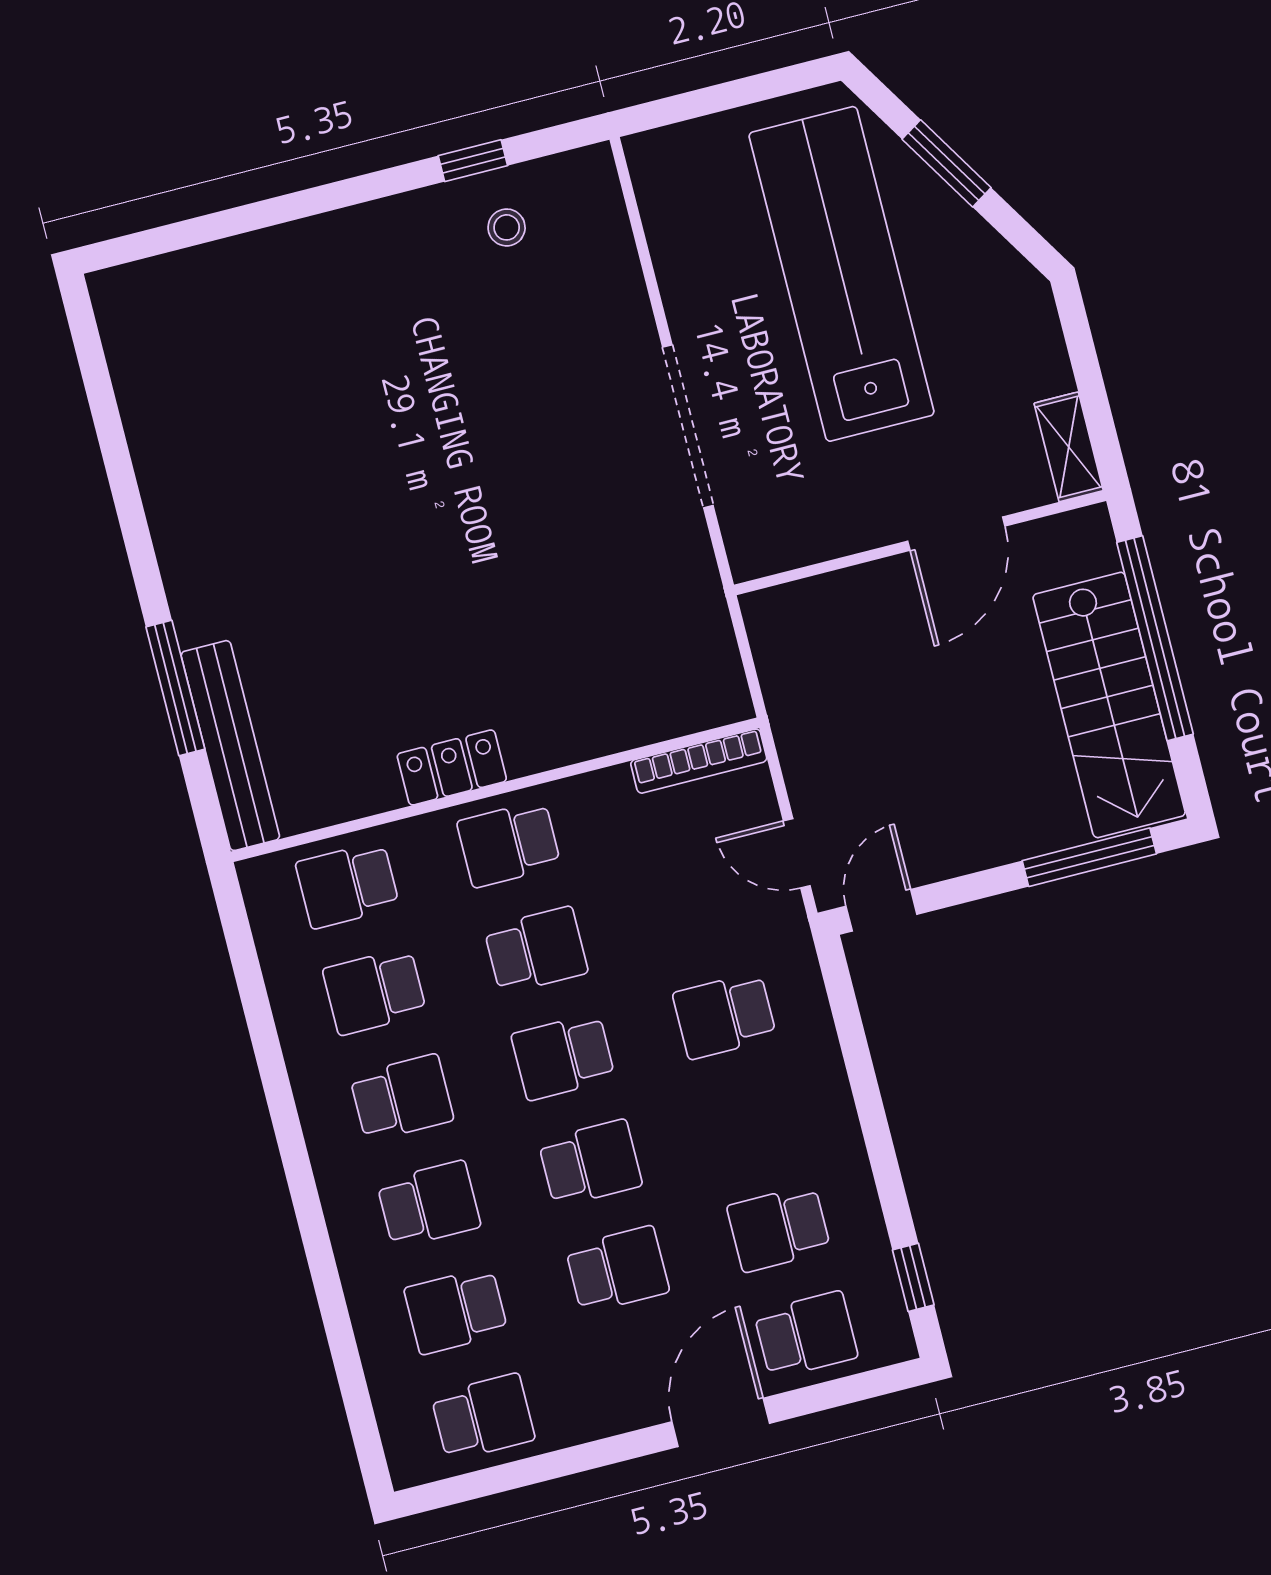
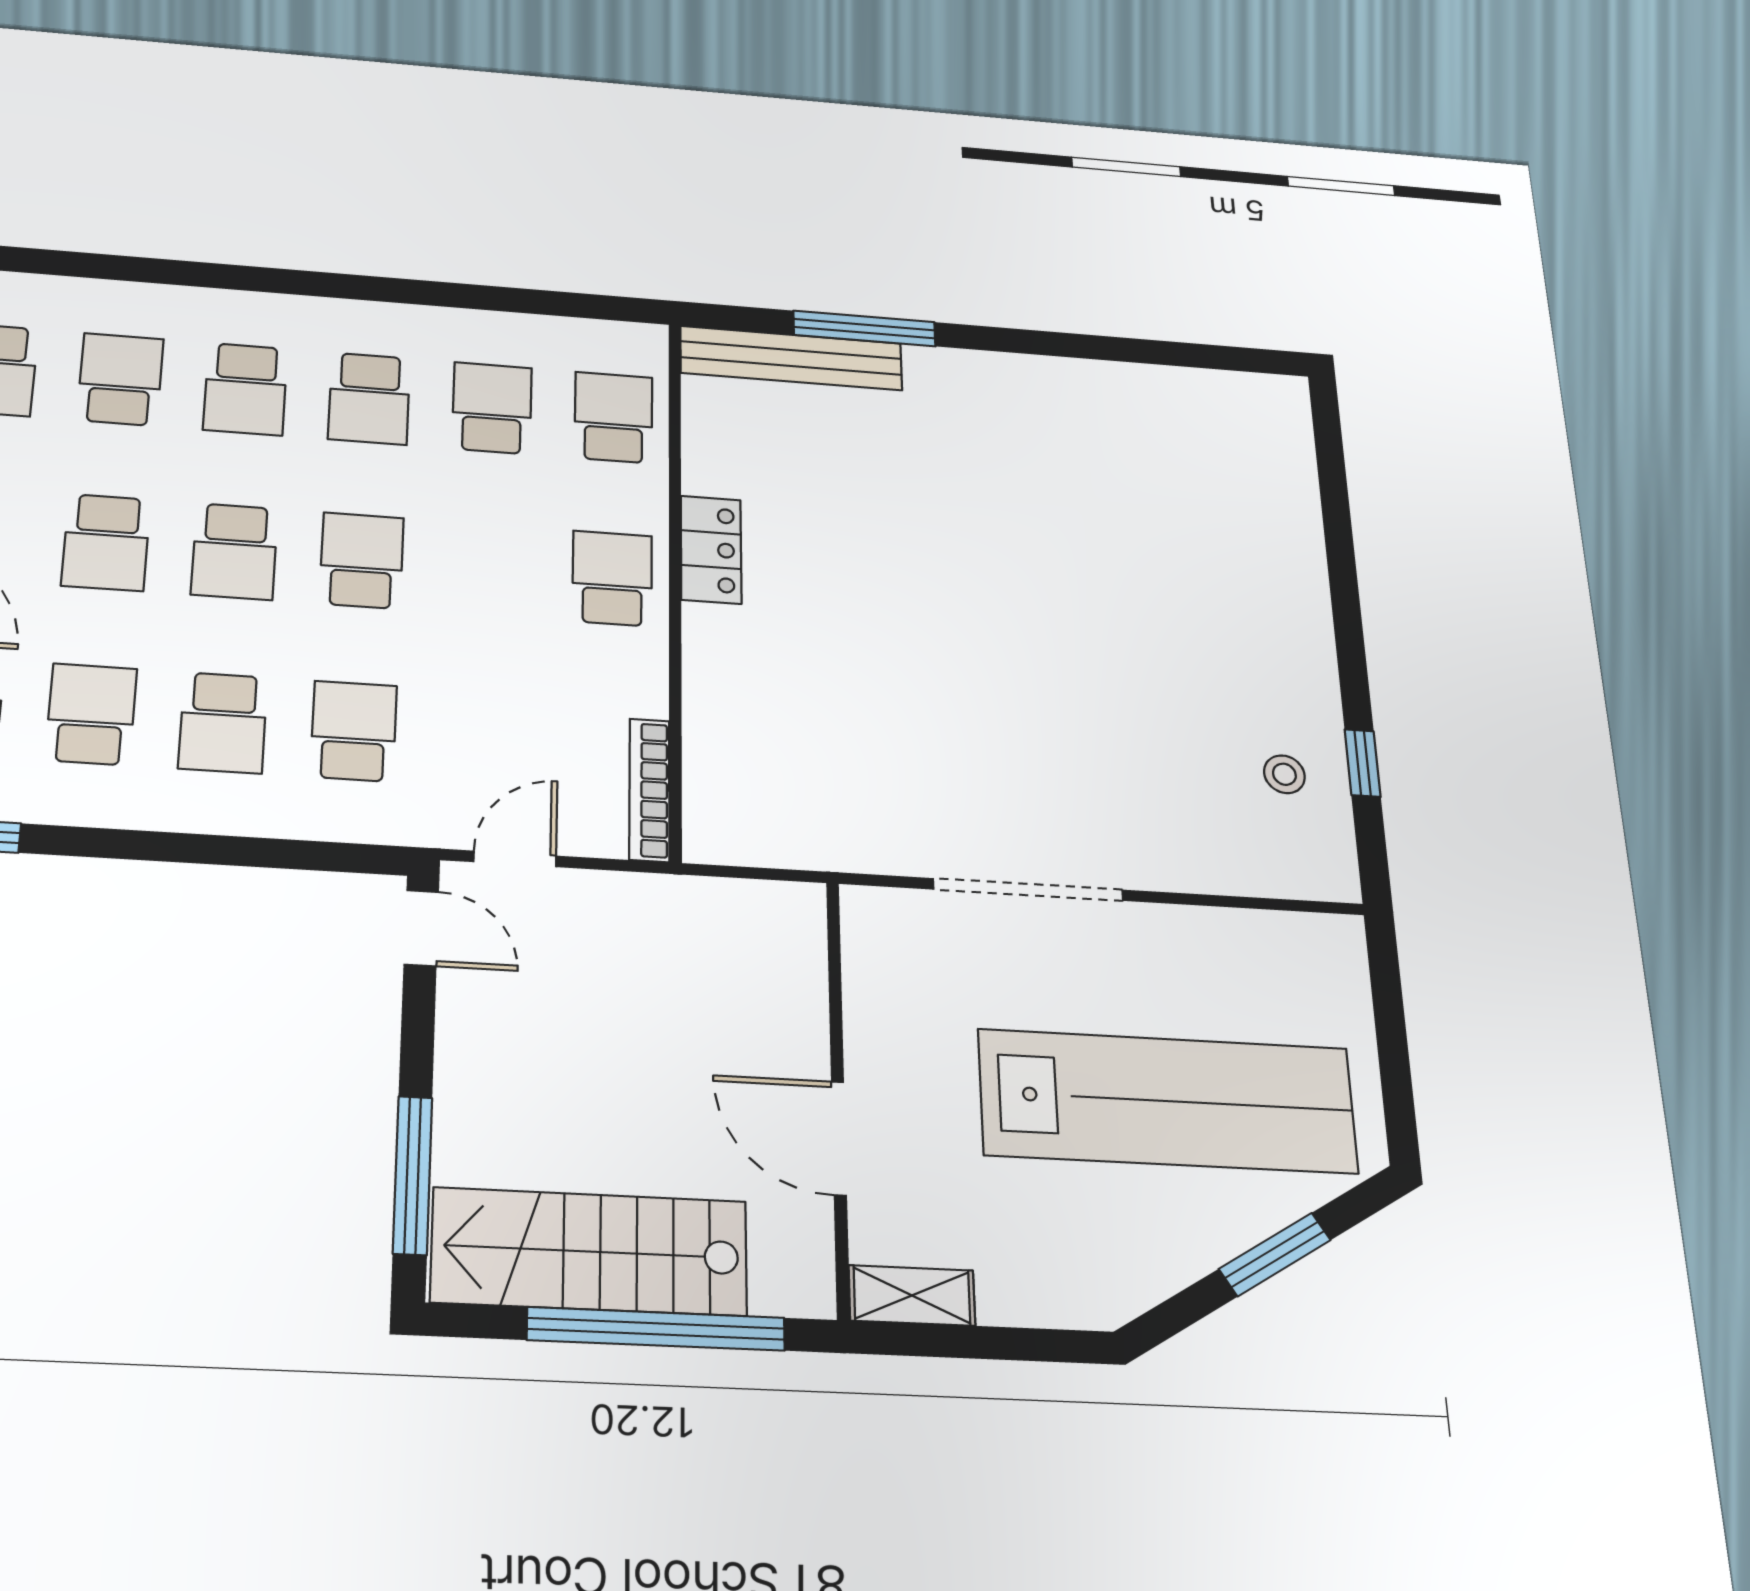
school desk: (536, 950) -> (223, 723), moved

